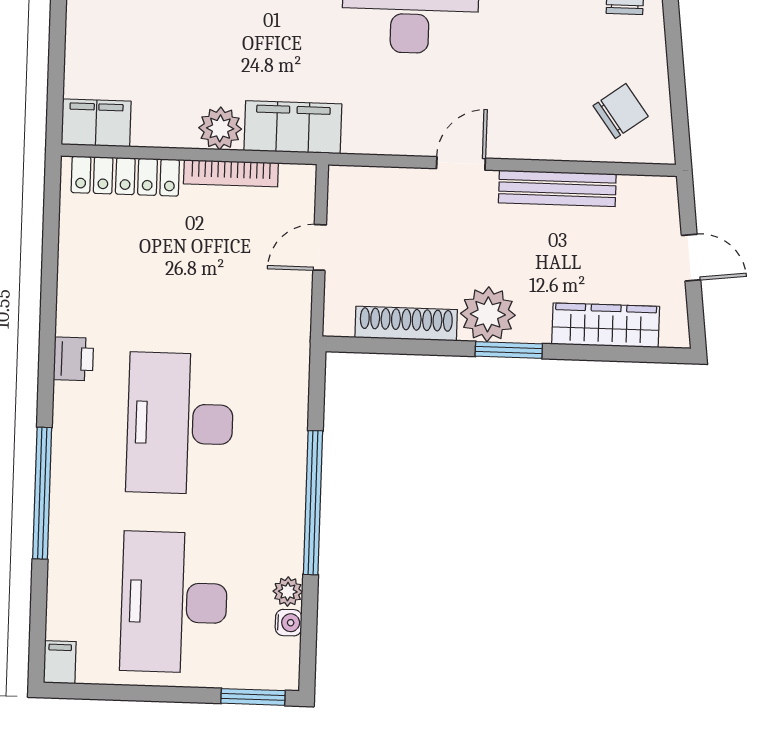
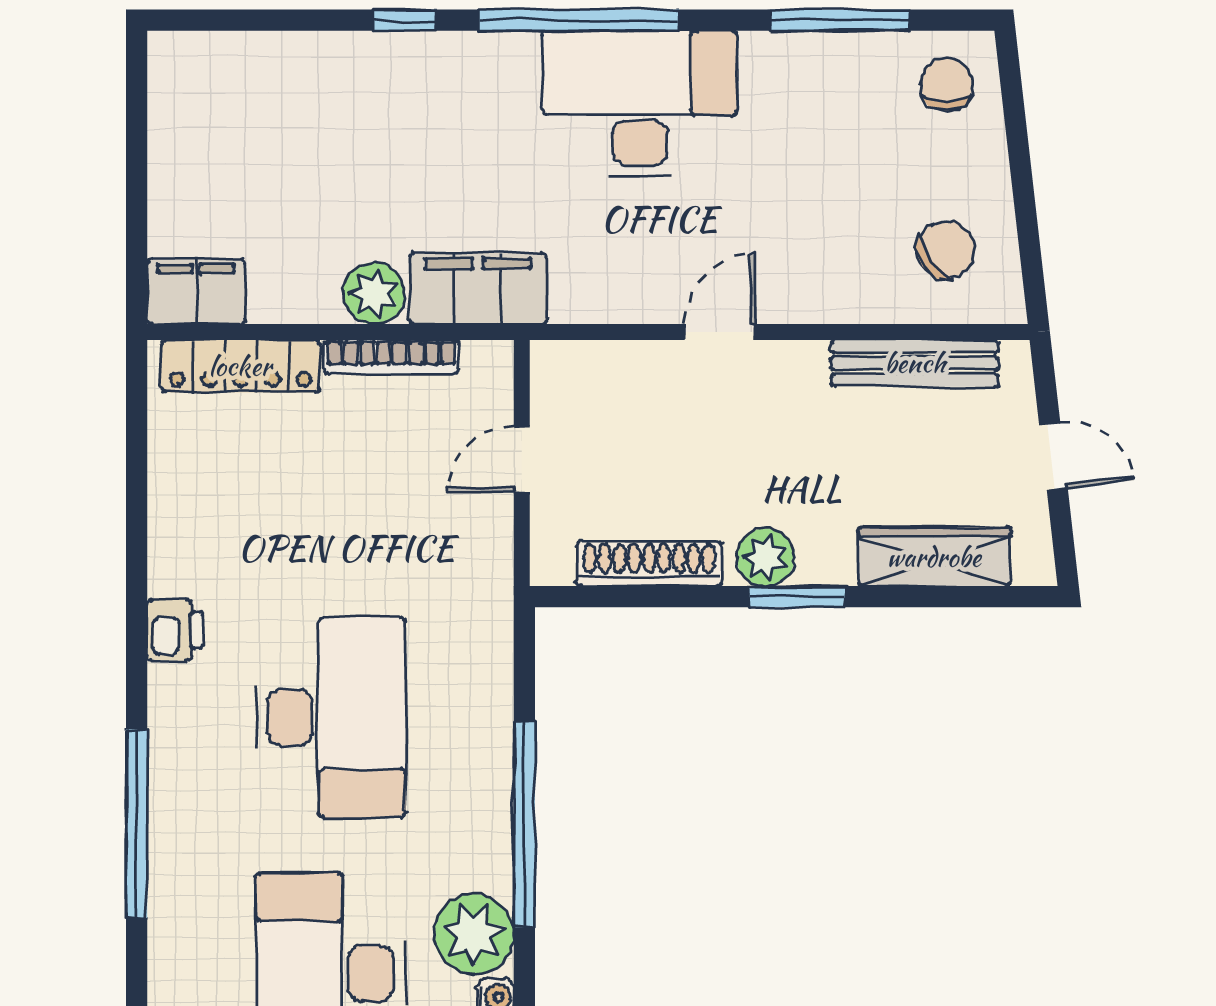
bench: (557, 188) -> (915, 363), moved
plant: (488, 314) -> (766, 557), width x0.73, depth x0.73
desk: (180, 423) -> (330, 717), turned 180
plant: (288, 592) -> (474, 934), width x1.88, depth x1.88

